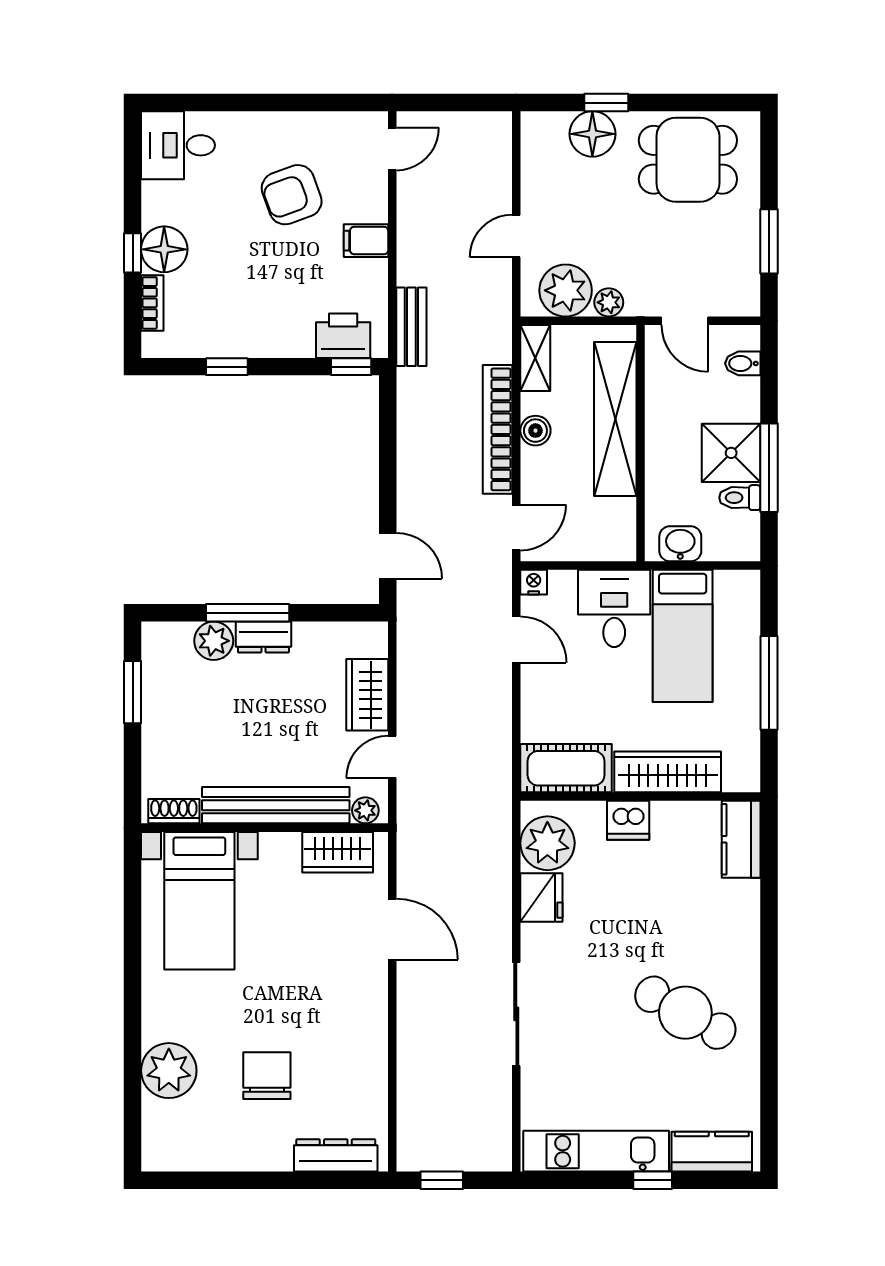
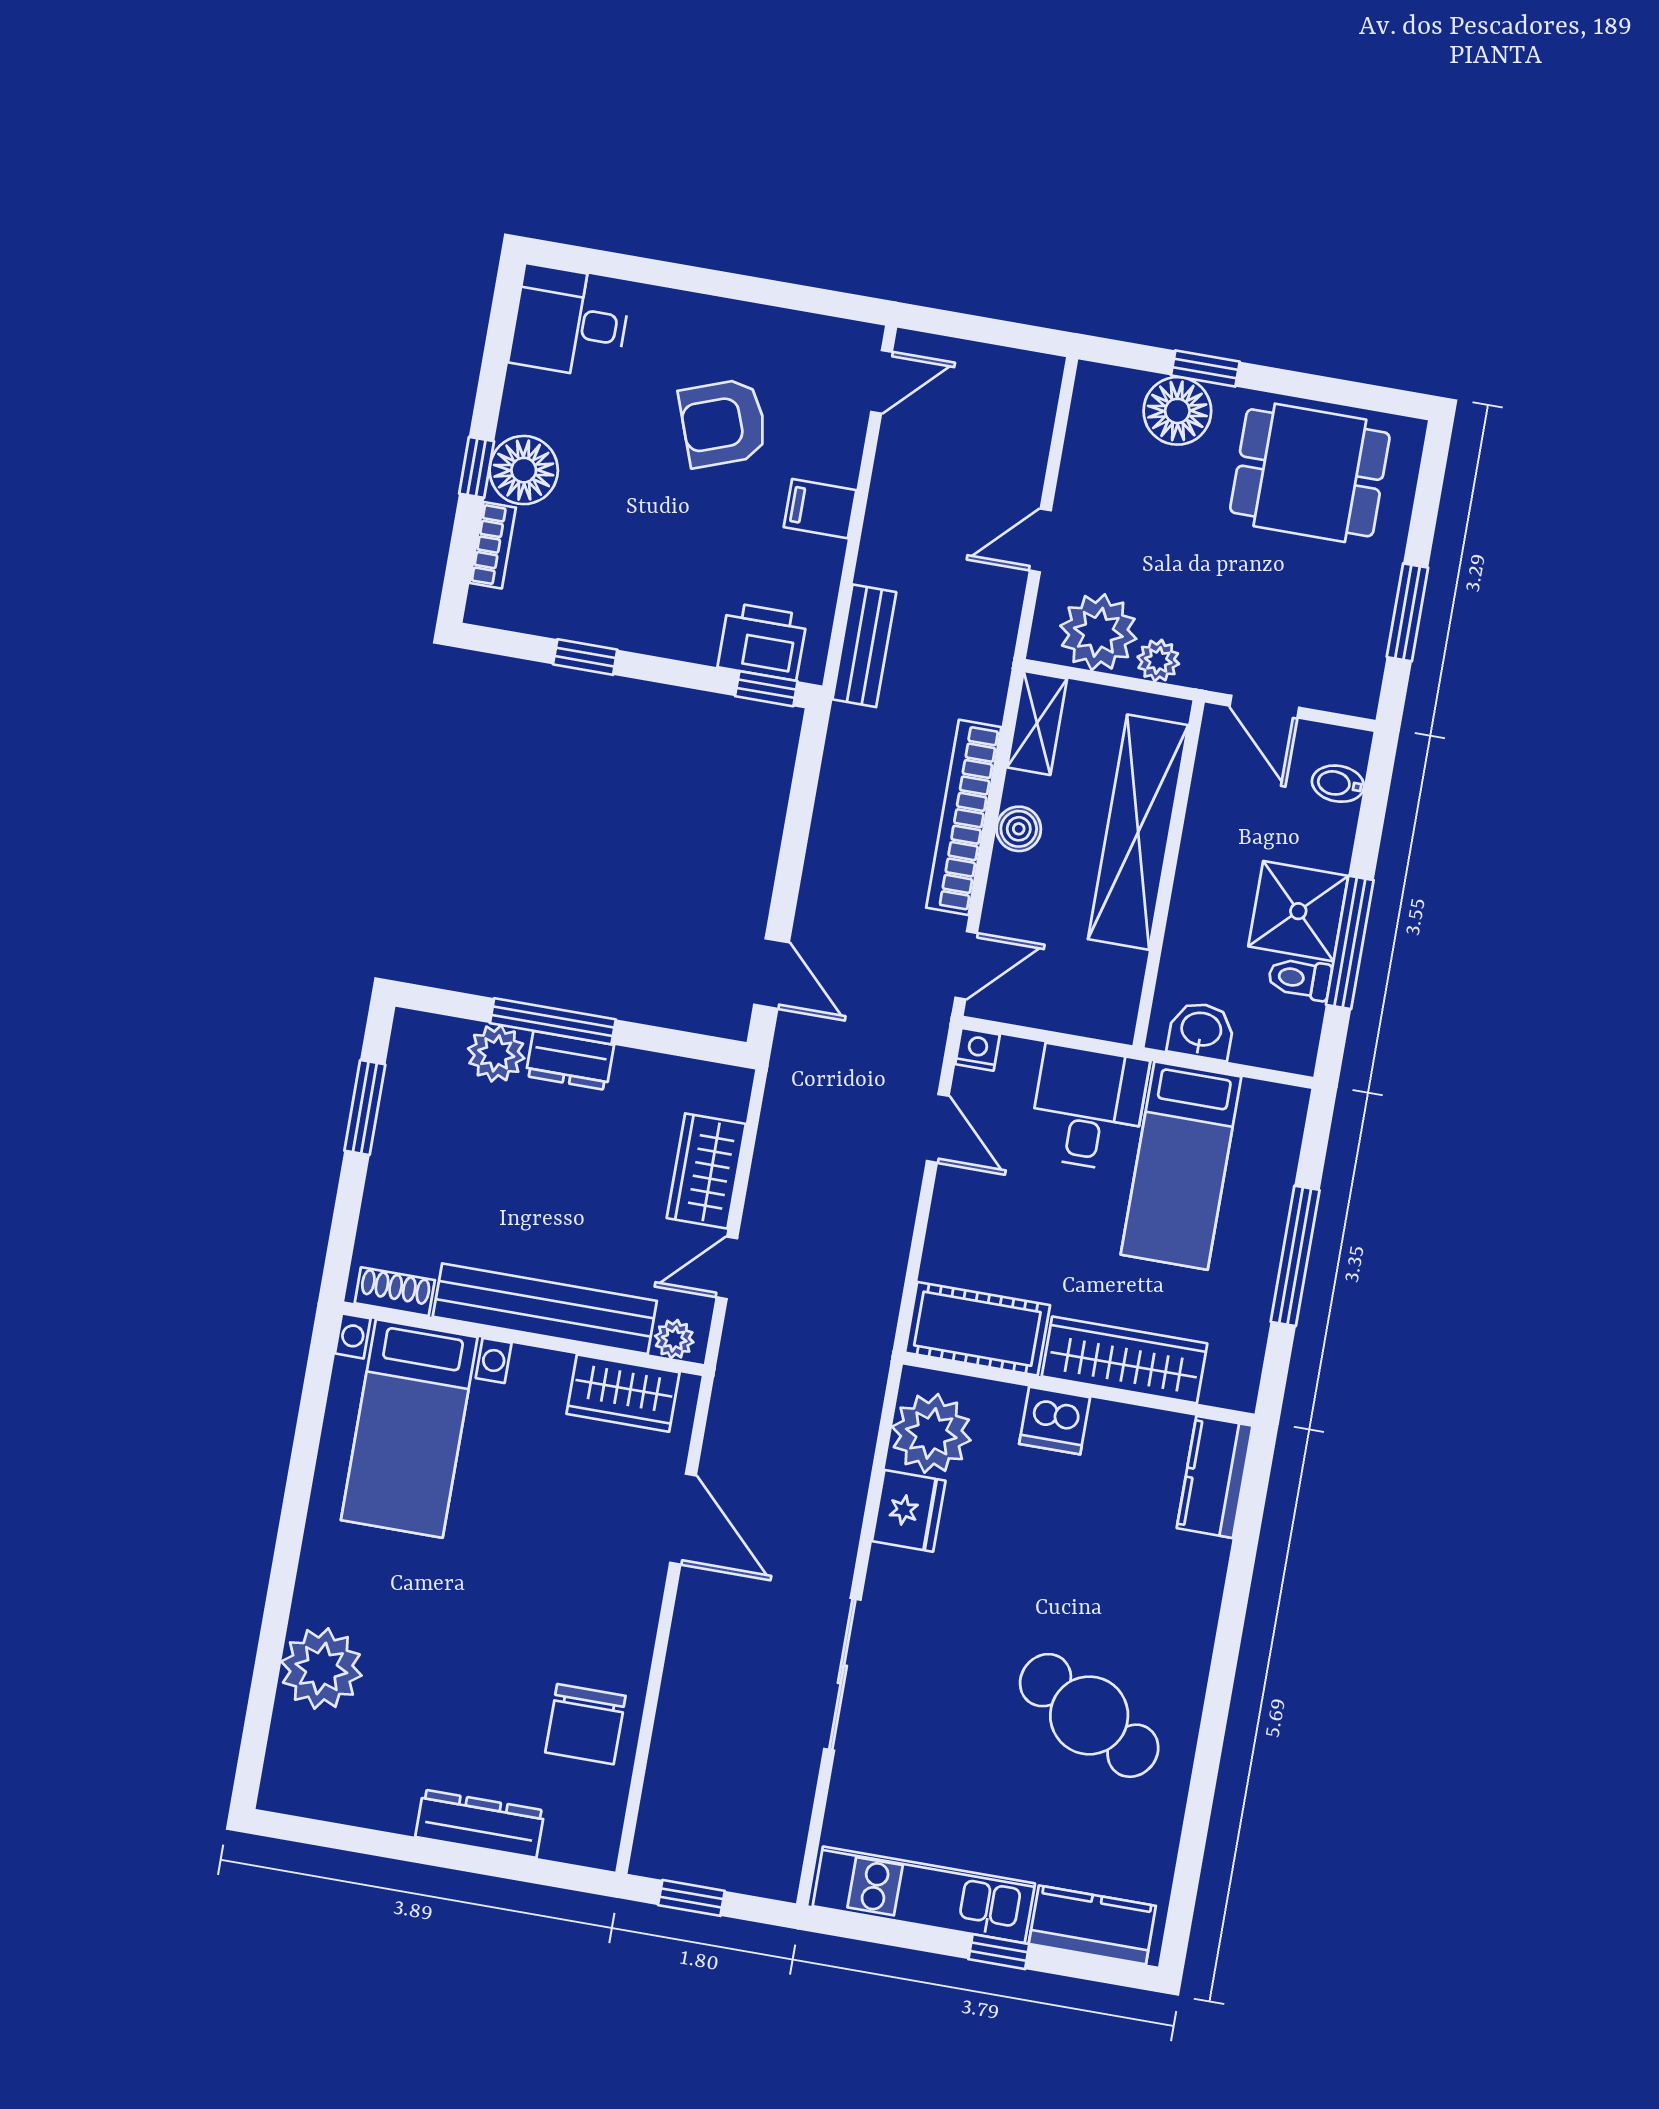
chair: (267, 1076) -> (585, 1724), moved, turned 180
dresser: (336, 1155) -> (480, 1824), moved

